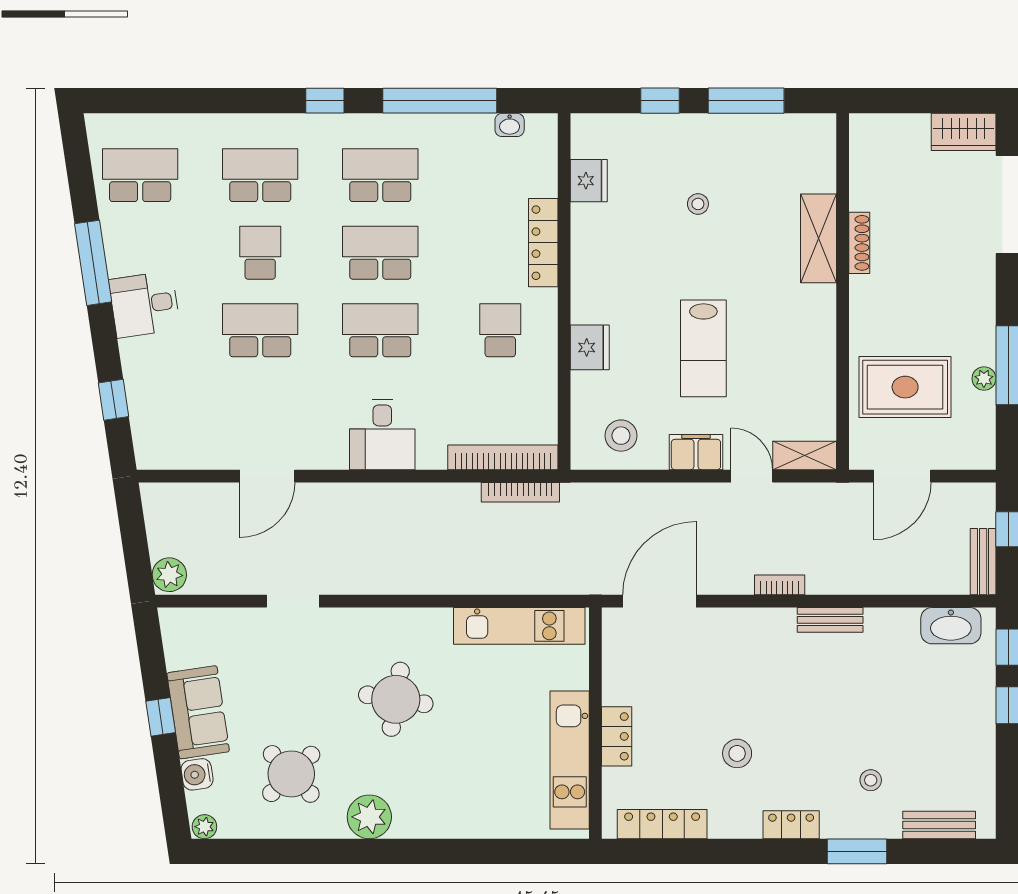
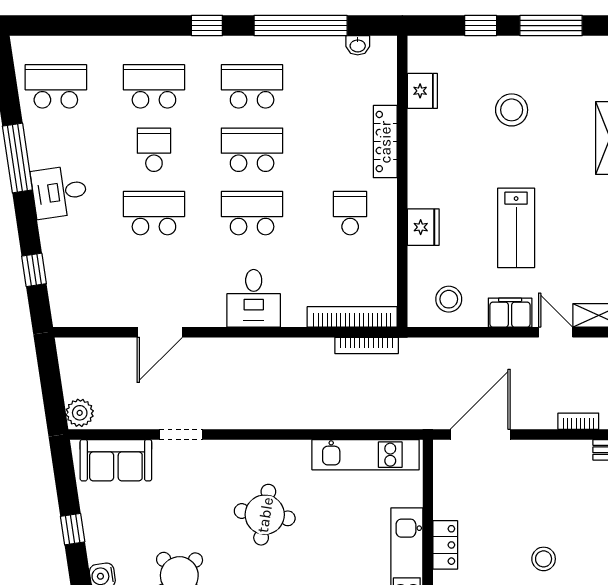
stool: (698, 204) -> (512, 110), width x1.89, depth x1.89
sofa: (198, 712) -> (116, 460), moved, turned 98

